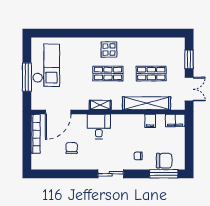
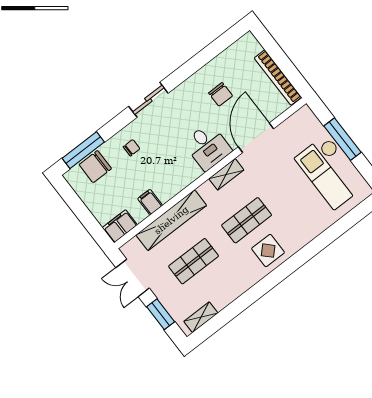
shelving: (170, 42) -> (201, 317), added
door: (58, 112) -> (256, 138), moved

